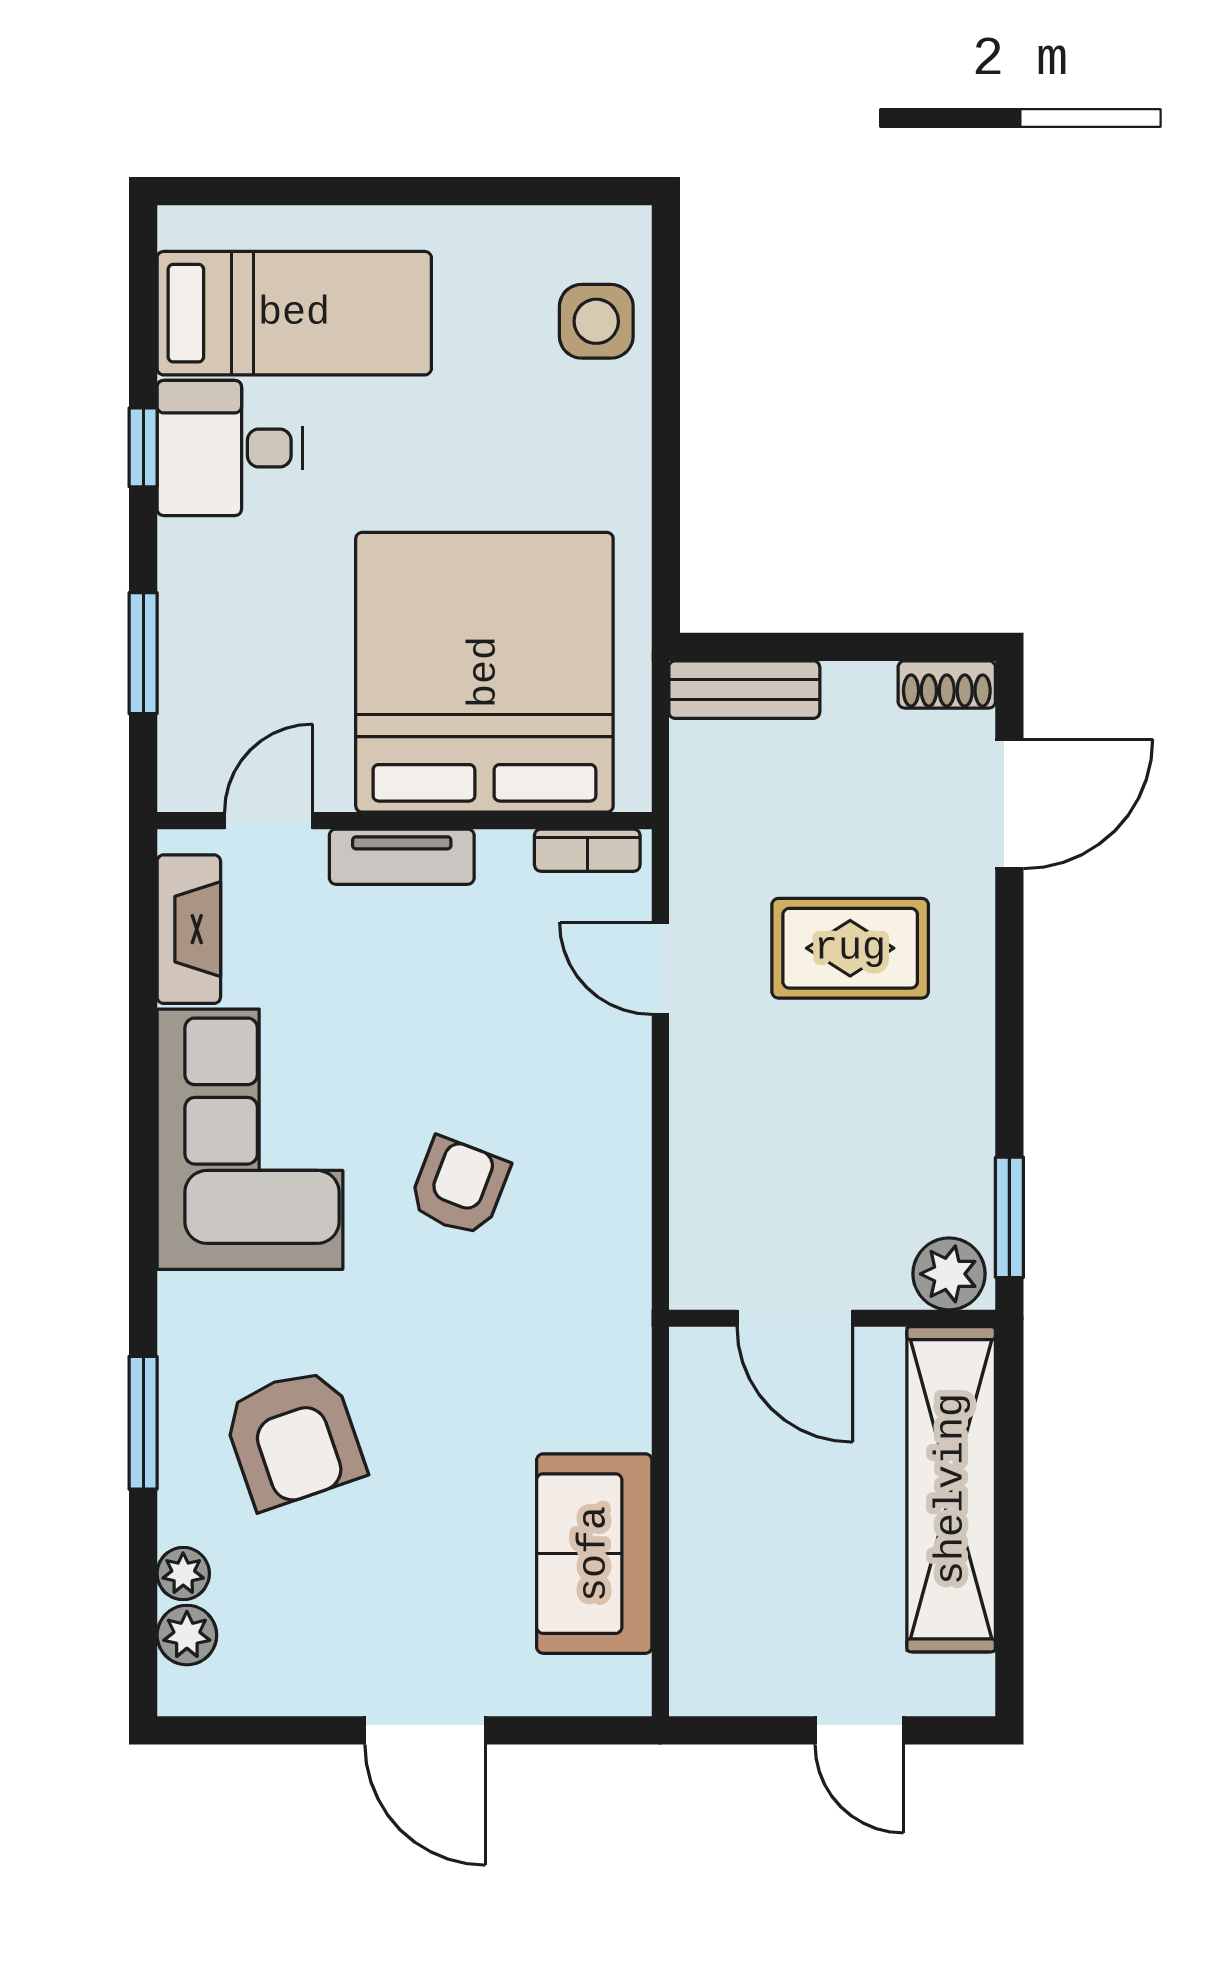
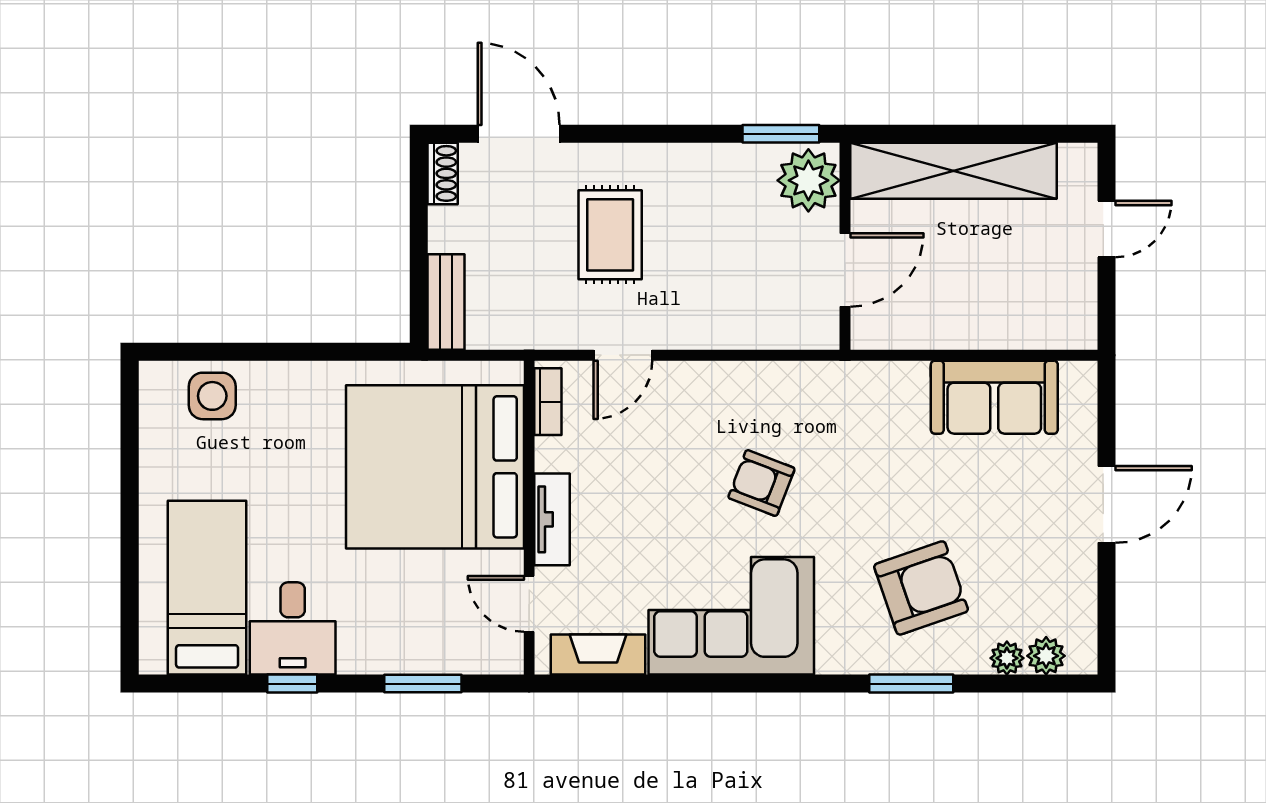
plant: (949, 1274) -> (808, 180), width x1.36, depth x1.36

